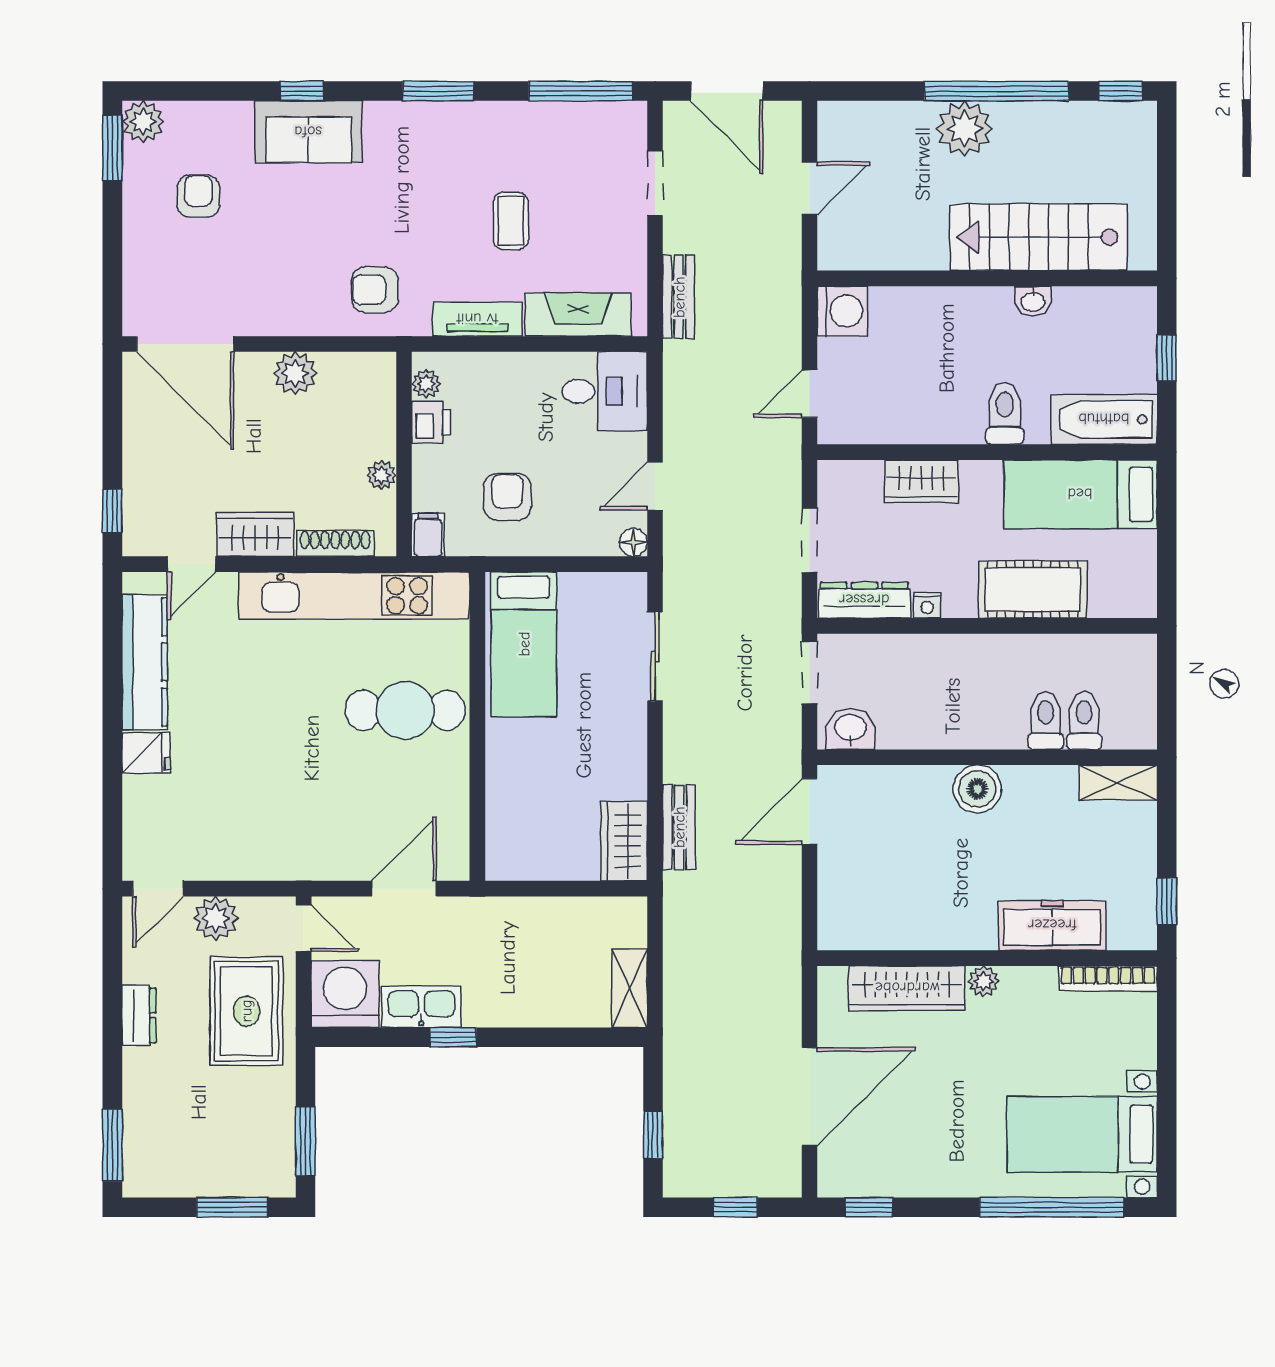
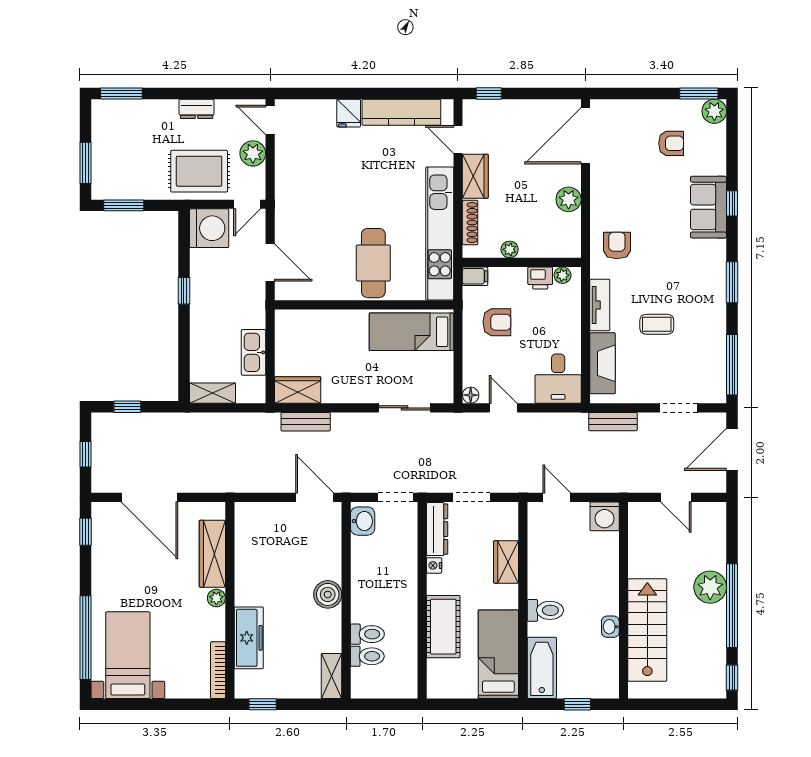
kitchen sink: (421, 1007) -> (254, 352), moved, turned 180

